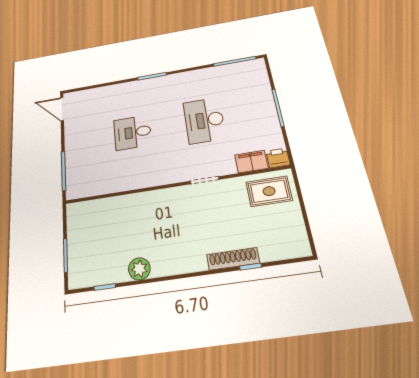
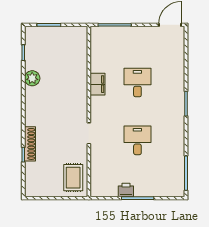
desk: (204, 120) -> (137, 140), width x0.73
printer: (278, 158) -> (126, 190), moved, turned -90
filing cabinet: (251, 162) -> (98, 84), moved

